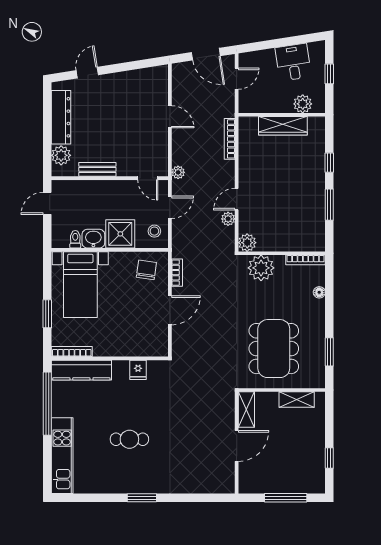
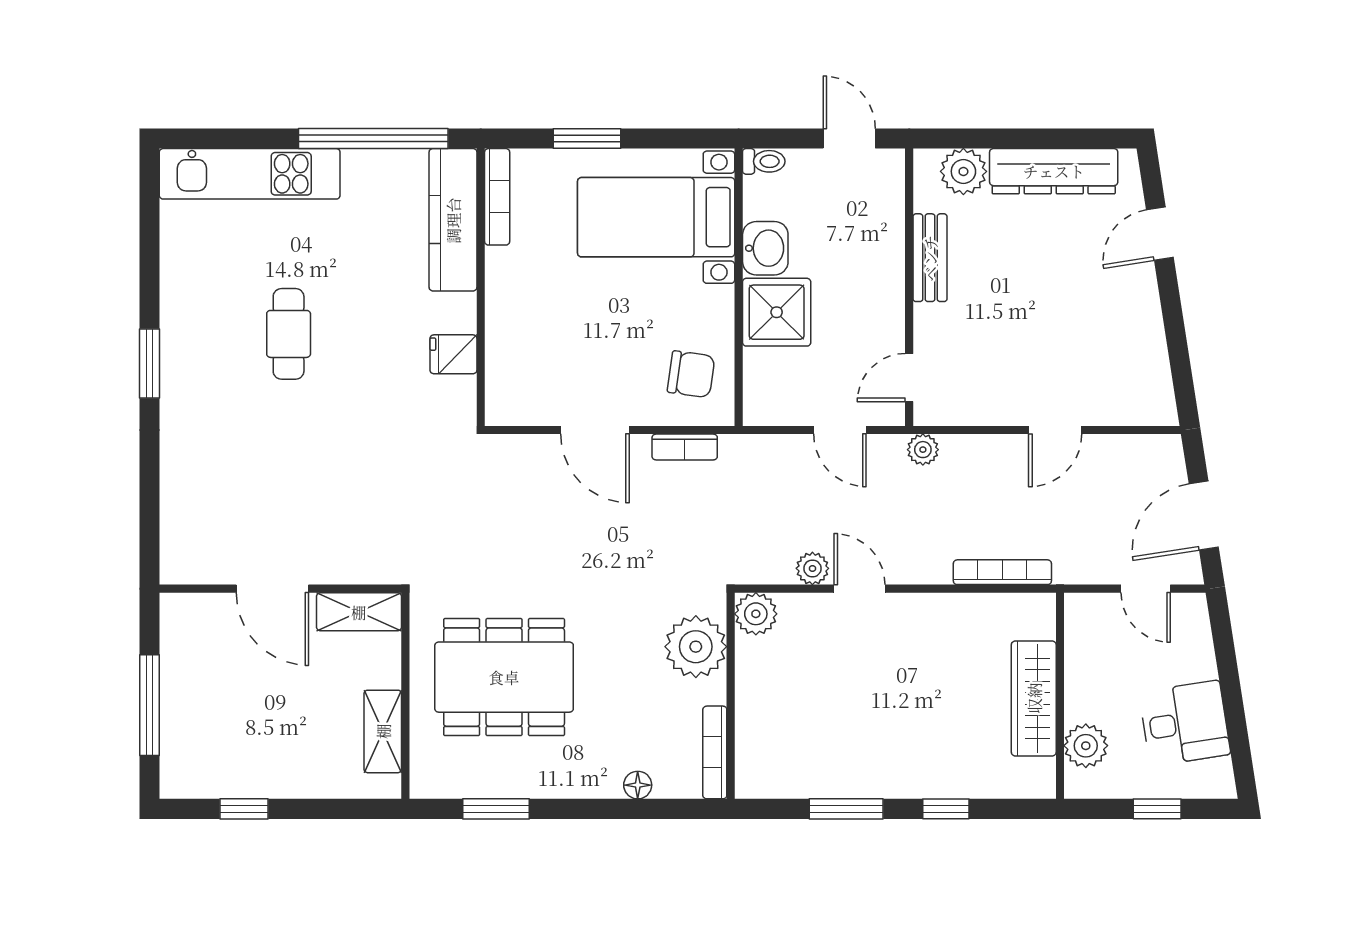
door: (87, 73) -> (1160, 234), swing flipped
stool: (154, 231) -> (783, 393), removed
toilet: (75, 239) -> (764, 161), moved

